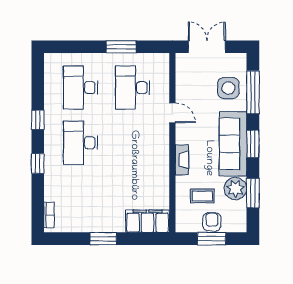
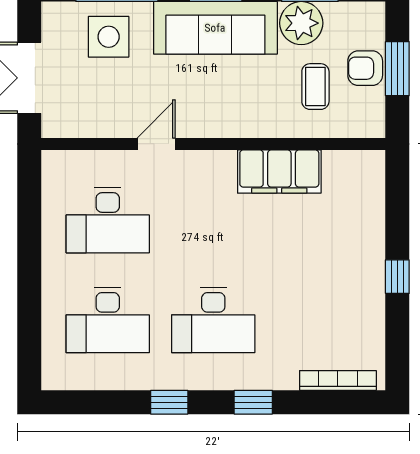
window: (121, 47) -> (29, 242), removed
fireplace: (182, 160) -> (246, 126), removed
bookcase: (49, 215) -> (338, 380), width x1.56
filing cabinet: (148, 221) -> (279, 172), moved, turned -90
window: (103, 239) -> (397, 277), width x0.67

